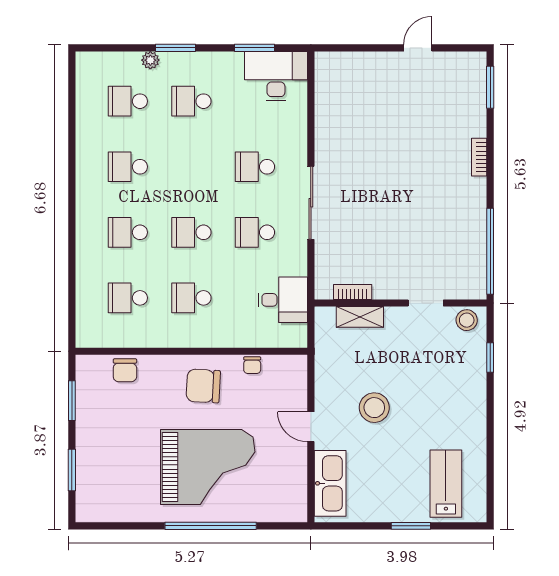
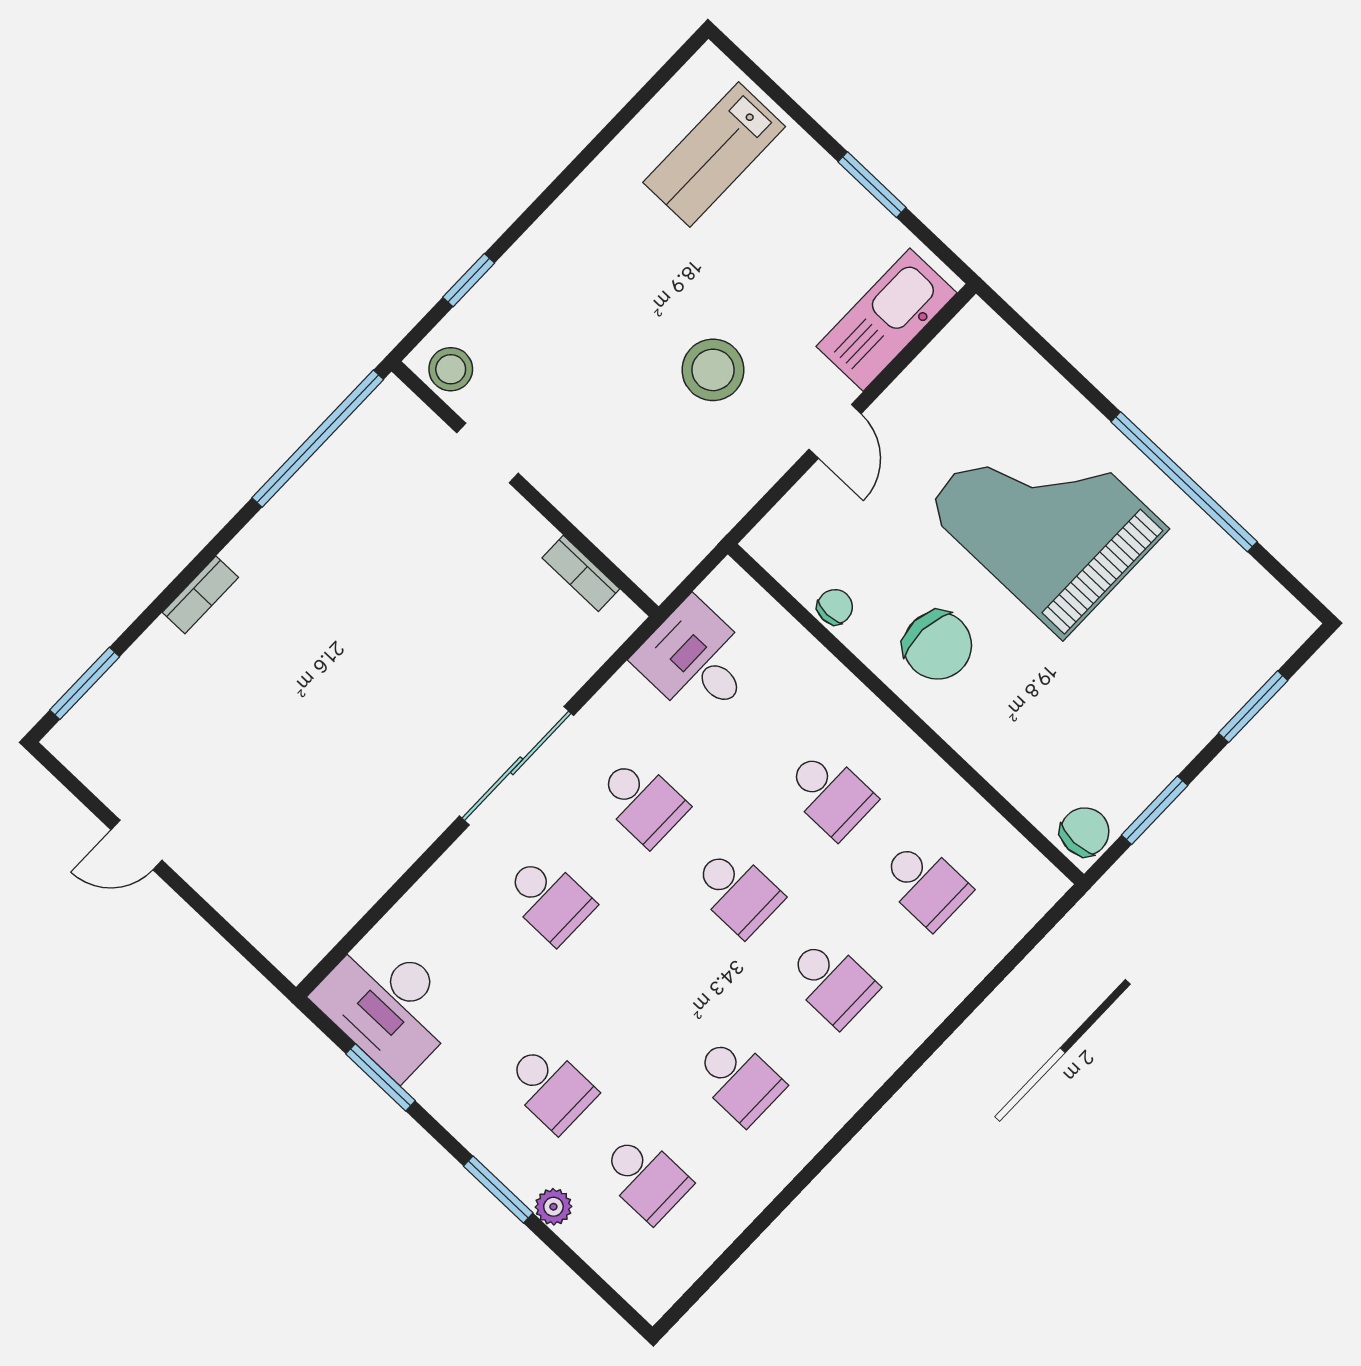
shelving: (360, 317) -> (606, 526), removed
chair: (125, 370) -> (1085, 832), moved
window: (211, 526) -> (1184, 482), moved
window: (411, 526) -> (872, 185), moved

